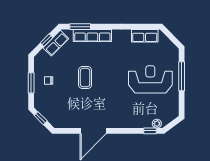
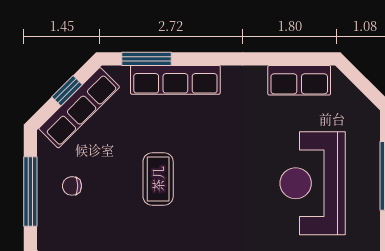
row of seats: (56, 43) -> (79, 108), width x1.48
reception desk: (150, 79) -> (313, 183), turned -90
window: (31, 83) -> (30, 191), width x1.44

